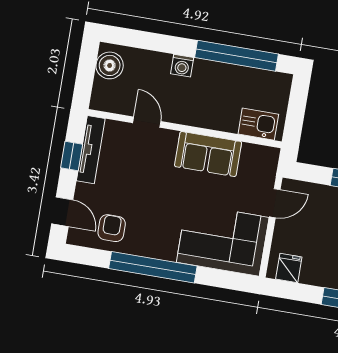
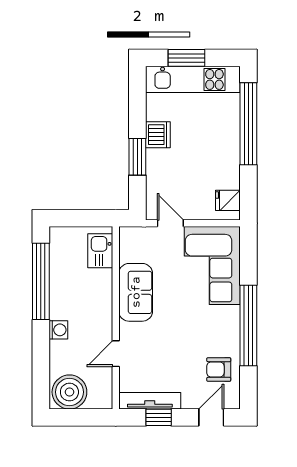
boiler: (110, 65) -> (69, 392), width x1.37, depth x1.37

